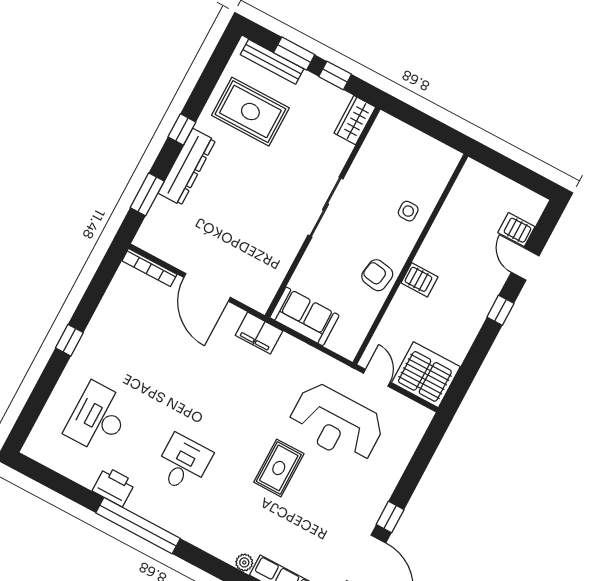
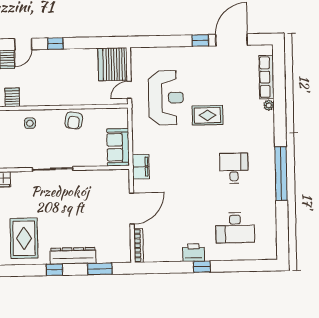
server rack: (419, 280) -> (12, 97), moved
desk: (183, 463) -> (234, 168), turned 90
printer: (114, 487) -> (194, 253), moved, turned 90

